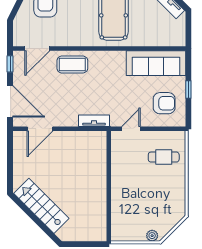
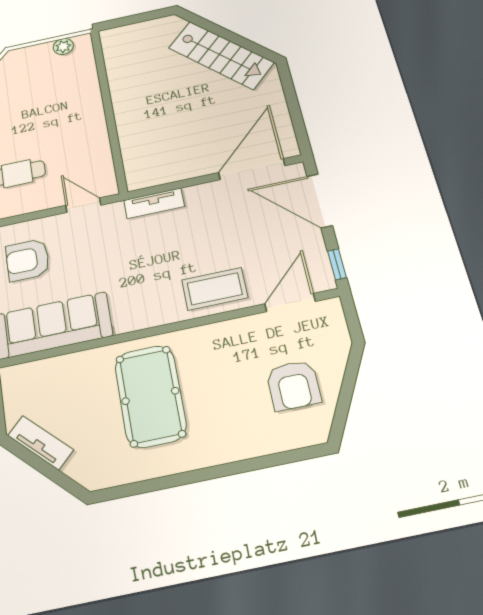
door: (40, 129) -> (252, 169), width x1.36
door: (131, 129) -> (83, 205), swing flipped
plant: (152, 236) -> (63, 47), moved

